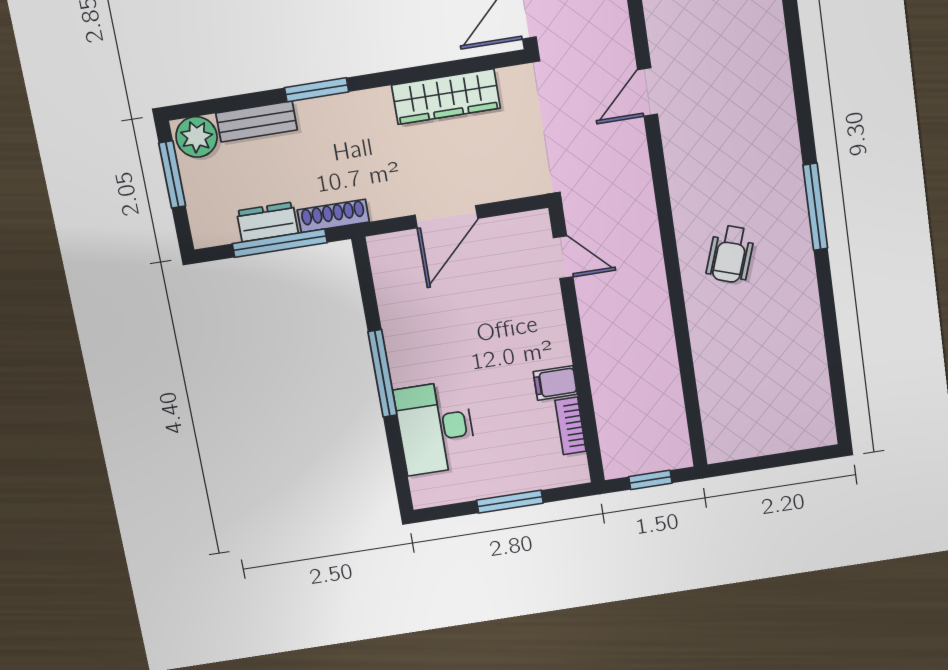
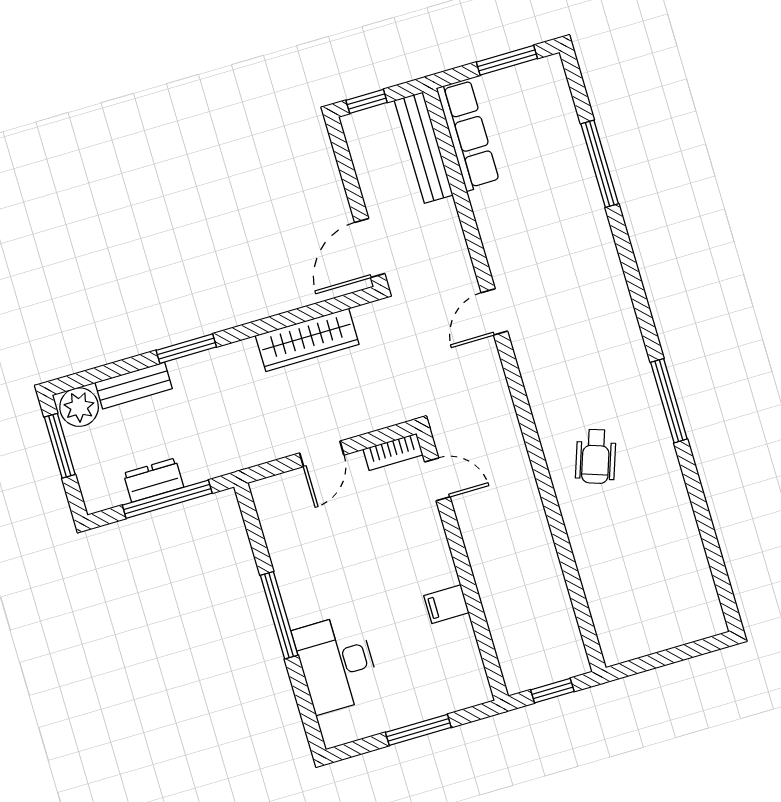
shoe rack: (333, 216) -> (215, 467), removed
door: (446, 217) -> (322, 454), width x0.73
bookcase: (571, 426) -> (393, 452), moved, turned -90

